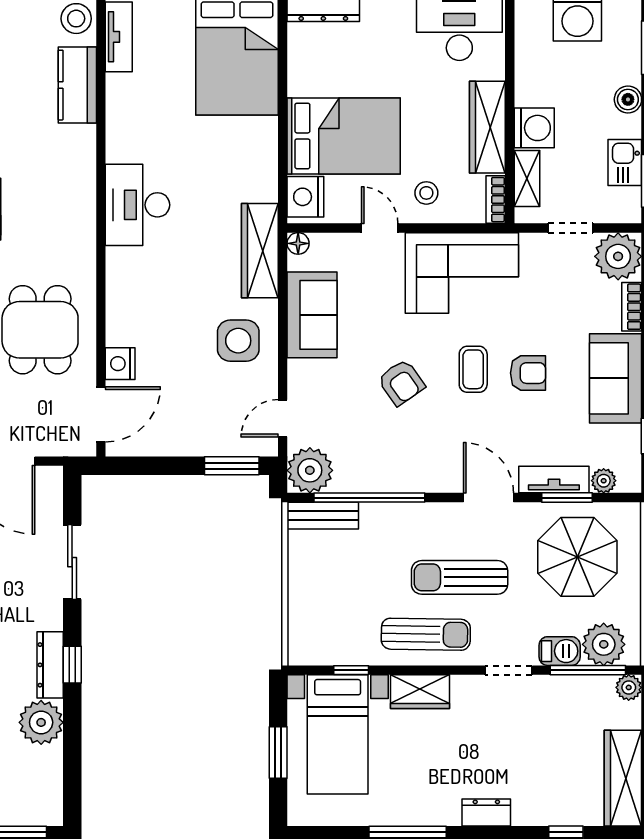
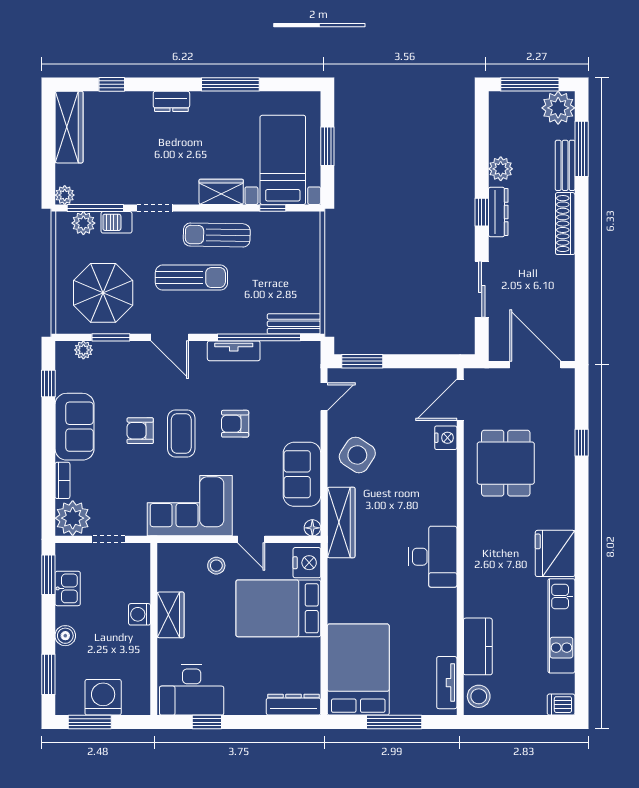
wardrobe: (487, 127) -> (171, 615), width x0.67
washing machine: (534, 128) -> (140, 614), width x0.73, depth x0.73
shelving: (527, 179) -> (141, 576), removed
bookcase: (496, 200) -> (164, 561), removed
side table: (238, 341) -> (357, 455), turned 33
coffee table: (473, 369) -> (181, 433), width x1.36, depth x1.30
armchair: (401, 382) -> (235, 424), turned -55
plant: (310, 470) -> (304, 358), removed
tv unit: (554, 480) -> (234, 351), moved
plant: (604, 644) -> (83, 223), width x0.73, depth x0.73
plant: (41, 722) -> (501, 169), width x0.73, depth x0.73

